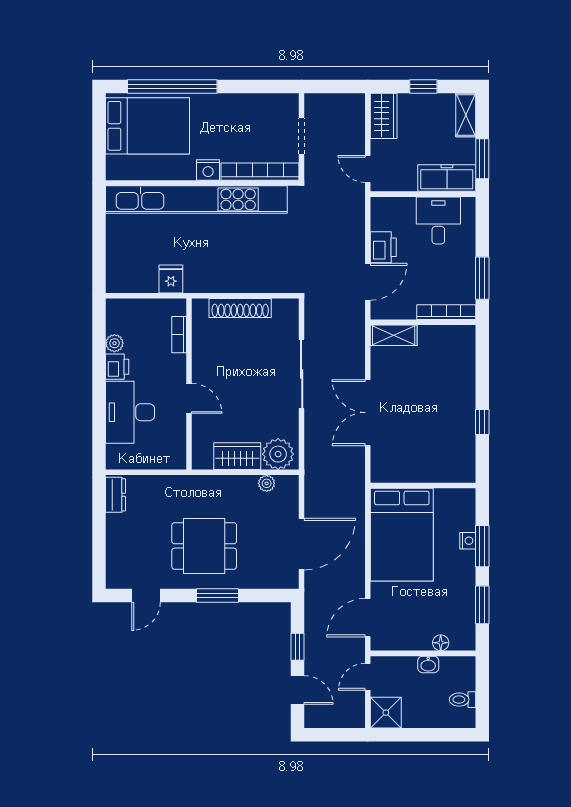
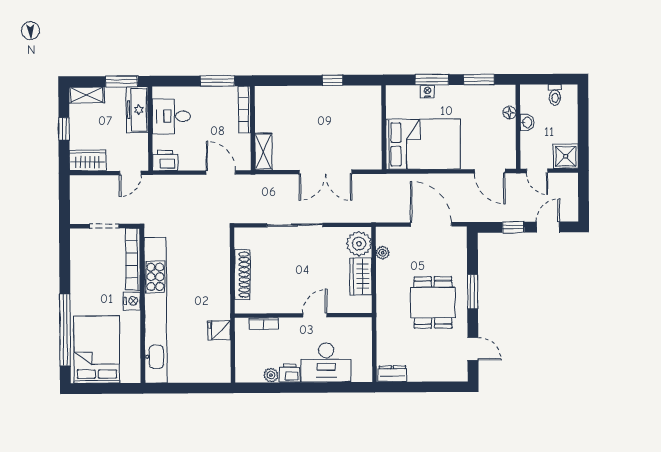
printer: (383, 247) -> (165, 160), moved

